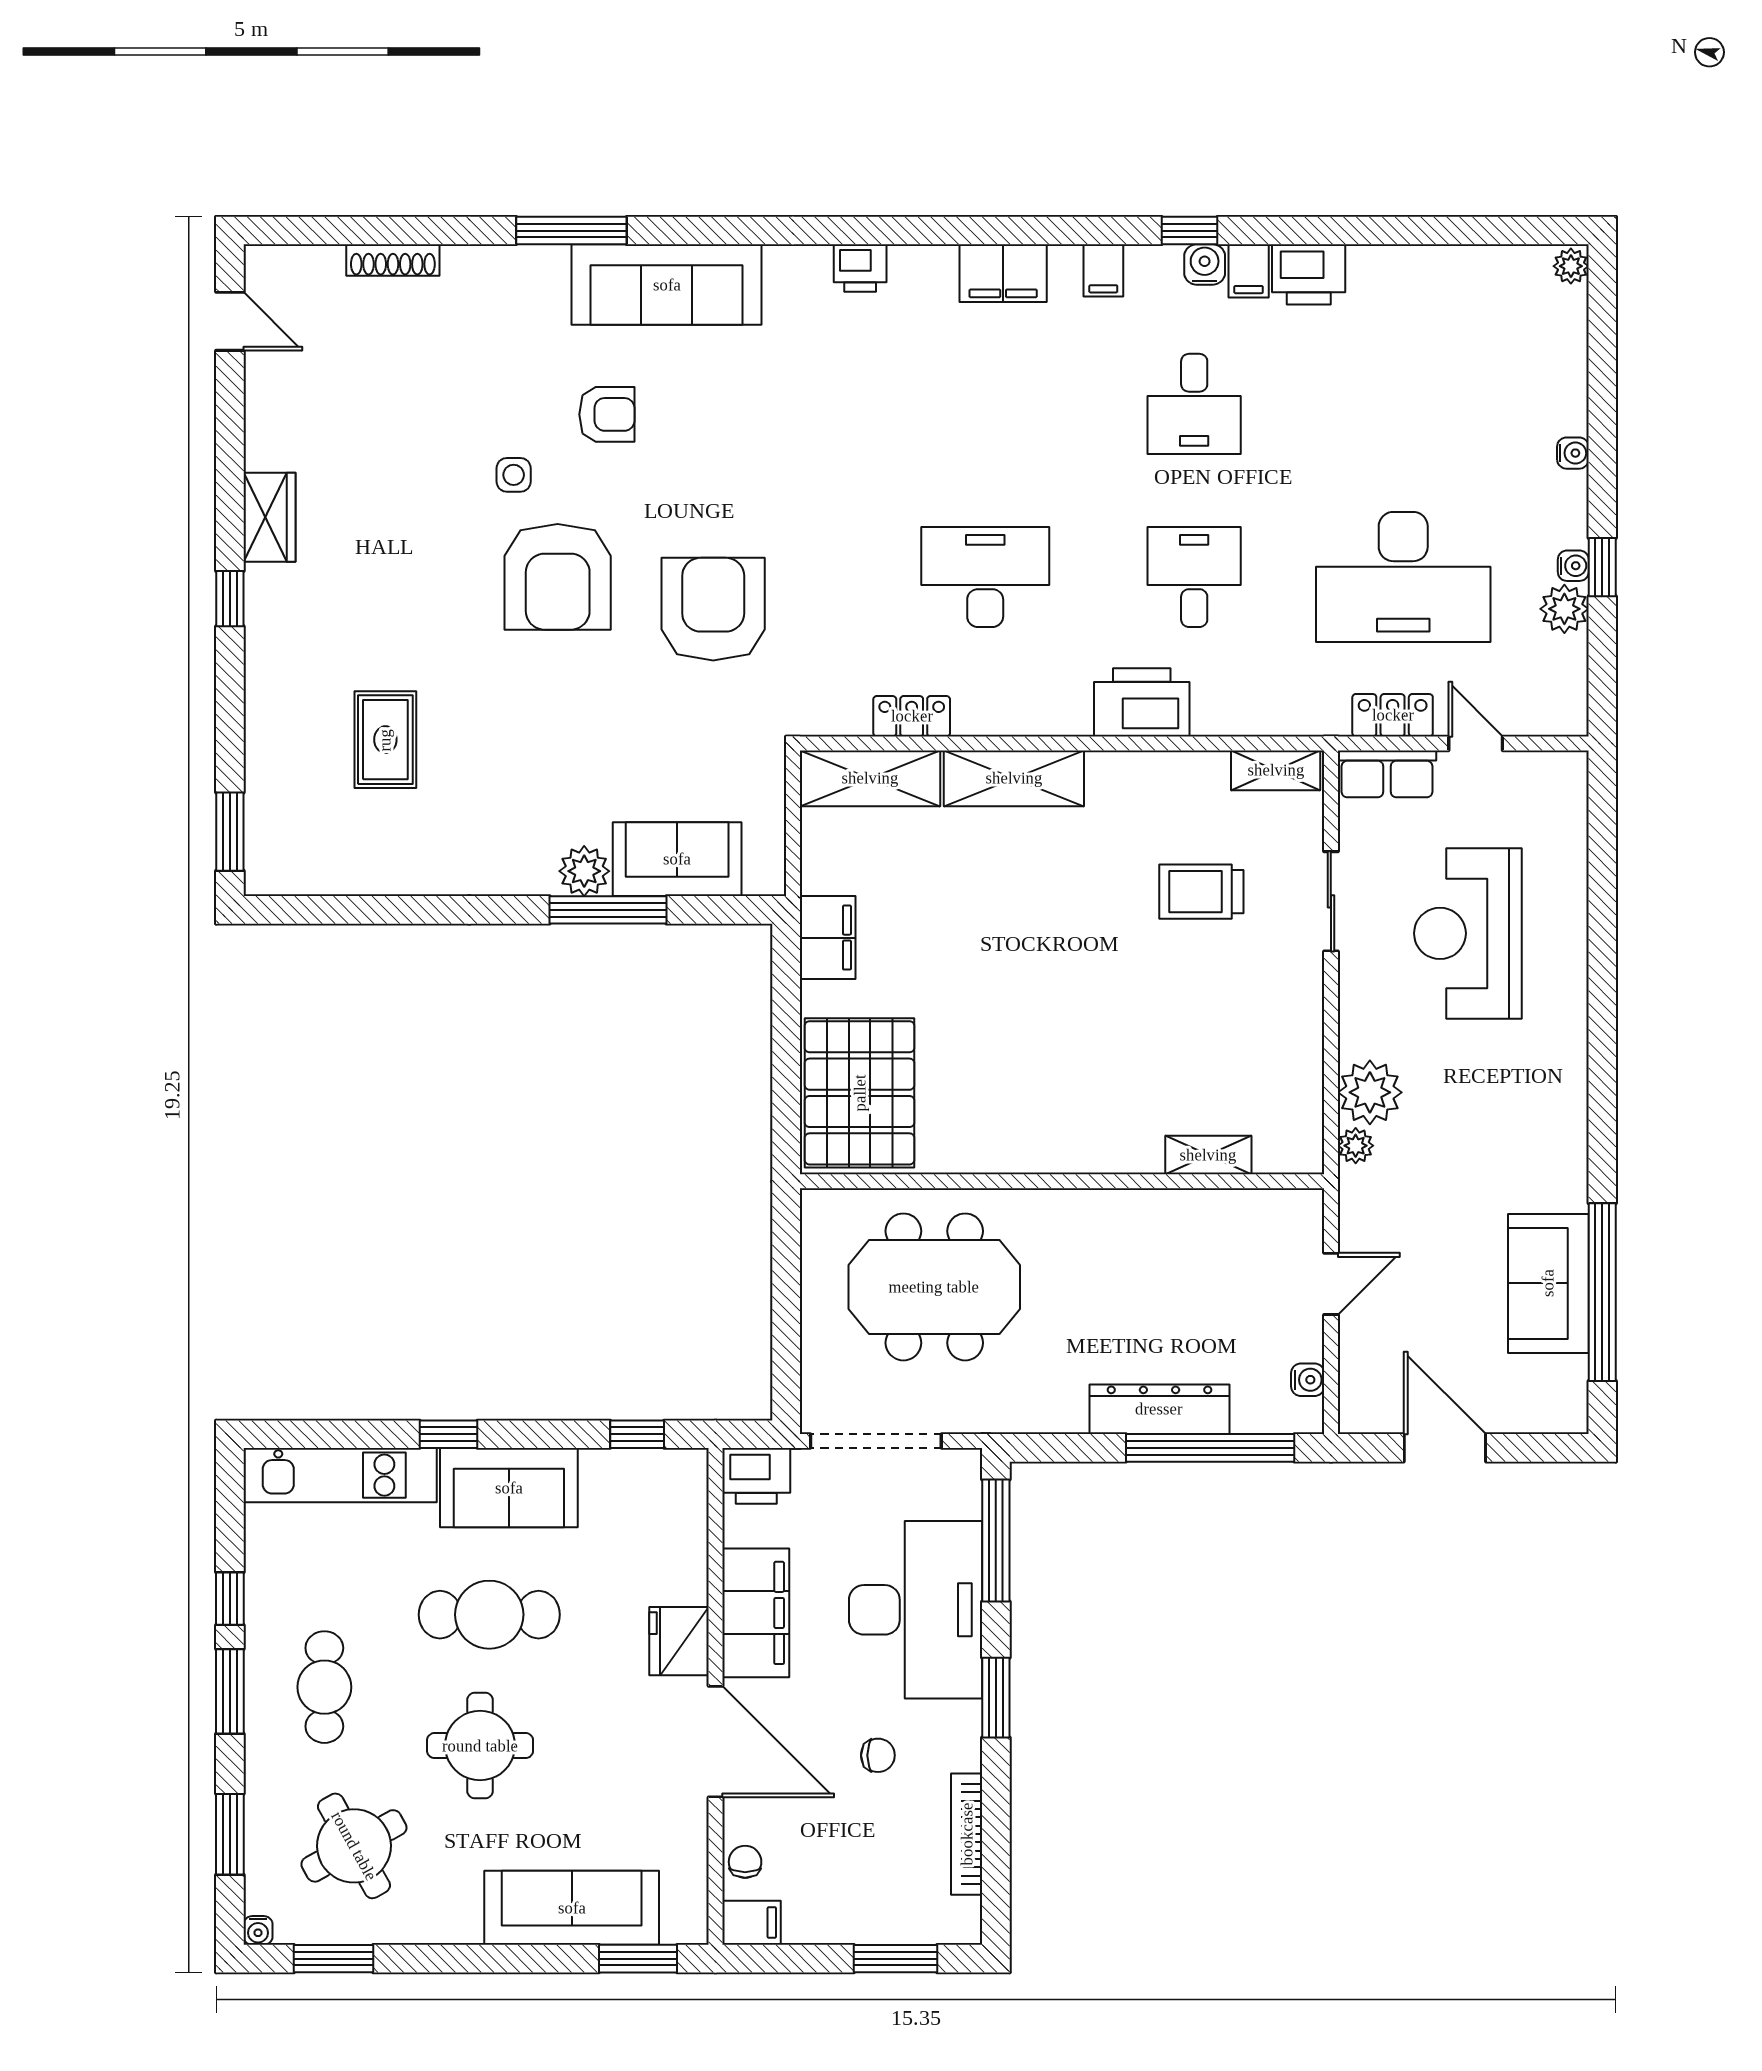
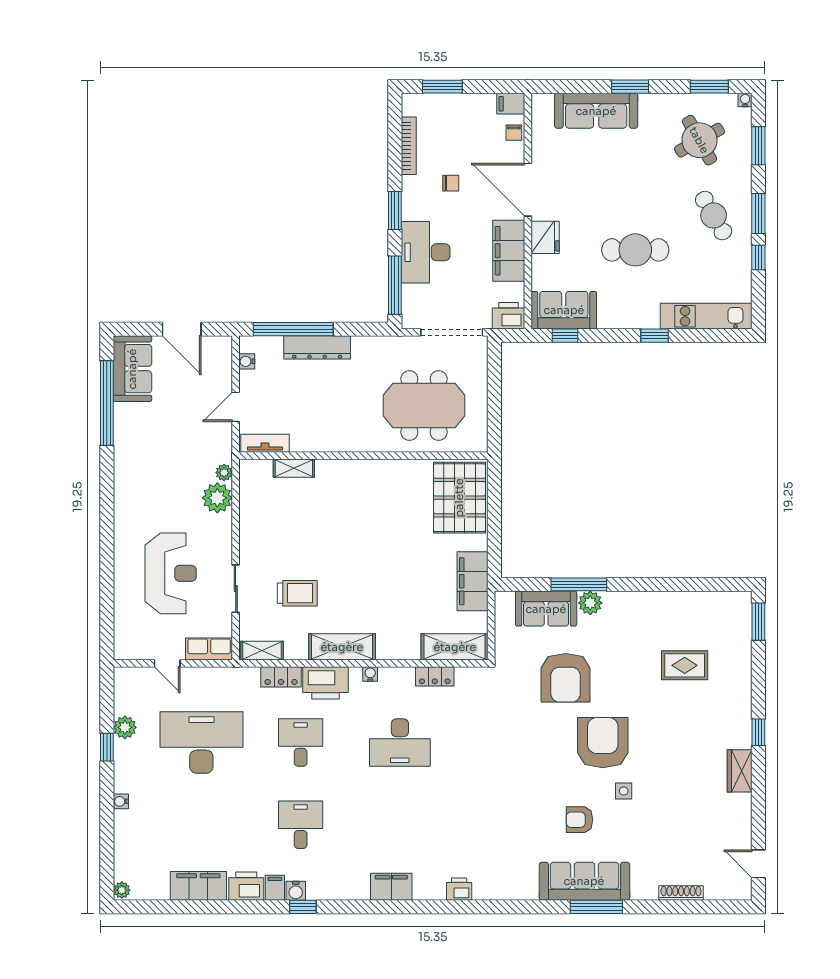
filing cabinet: (1103, 270) -> (198, 886), moved, width x3.00, depth x1.17
sofa: (667, 285) -> (584, 881), moved
water cooler: (1573, 566) -> (370, 674), moved, turned 90
desk: (1194, 577) -> (301, 743), turned 180
armchair: (713, 609) -> (566, 678), moved
locker: (1393, 715) -> (281, 677), moved
rug: (385, 740) -> (685, 665), turned 90
shelving: (1014, 778) -> (342, 647), moved
filing cabinet: (828, 938) -> (472, 581), width x1.50, depth x1.17
tv unit: (1269, 1207) -> (265, 443), added
sofa: (1548, 1283) -> (132, 369), moved
sofa: (509, 1488) -> (564, 310), moved
desk: (916, 1610) -> (426, 252), width x0.73, depth x0.77
cafe table: (324, 1687) -> (714, 216), turned -30
round table: (480, 1746) -> (640, 188), removed
chair: (878, 1755) -> (451, 183), turned 180
window: (638, 1959) -> (630, 87), moved

